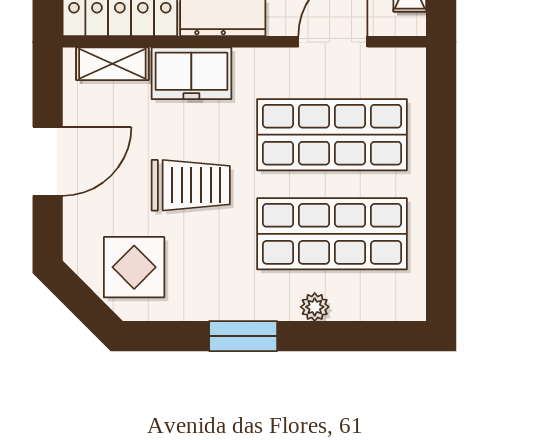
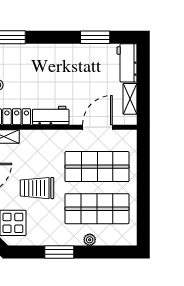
freezer: (191, 73) -> (37, 141), removed
trolley: (191, 185) -> (37, 188), turned 180

